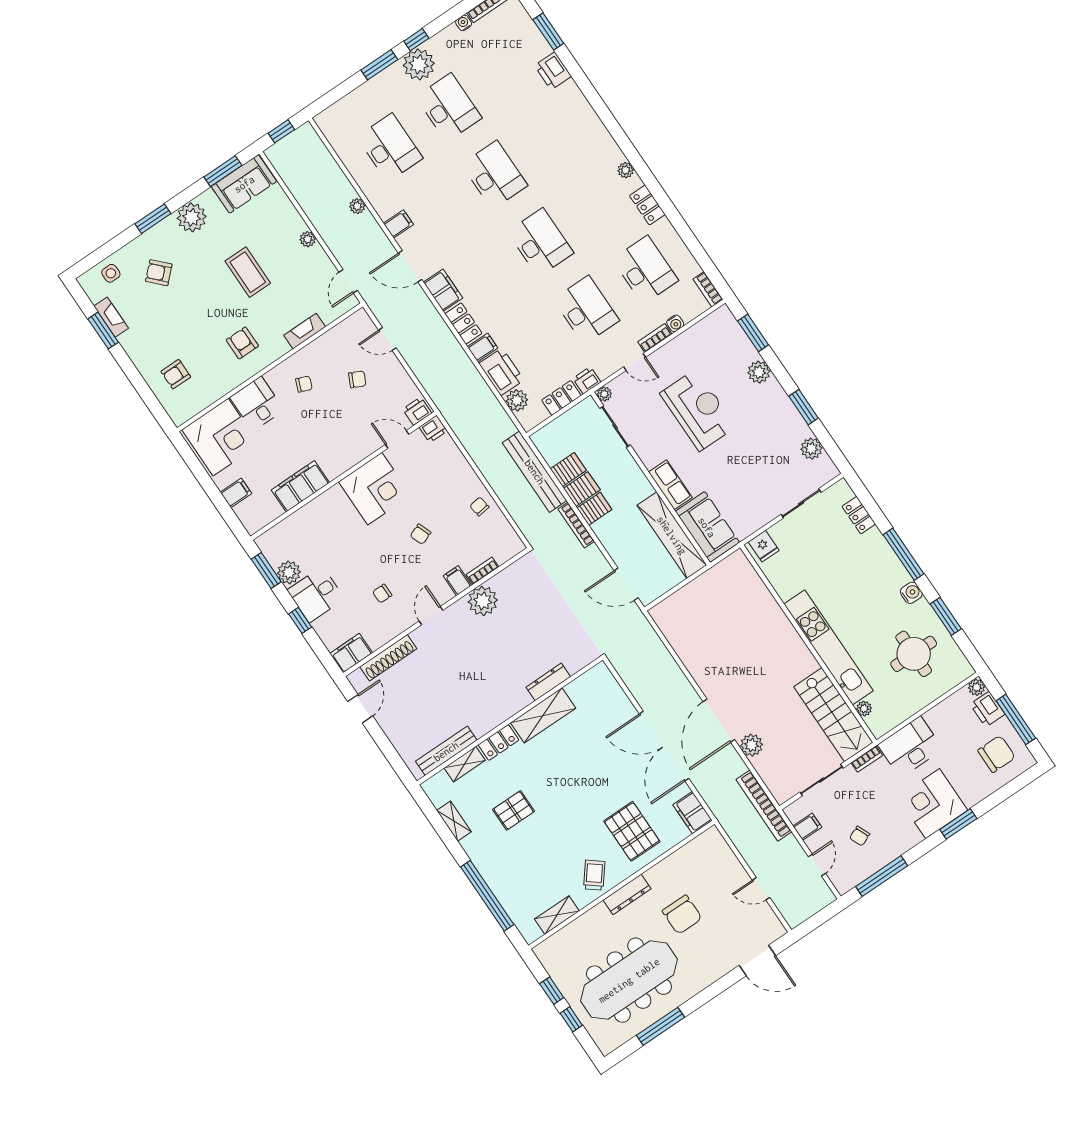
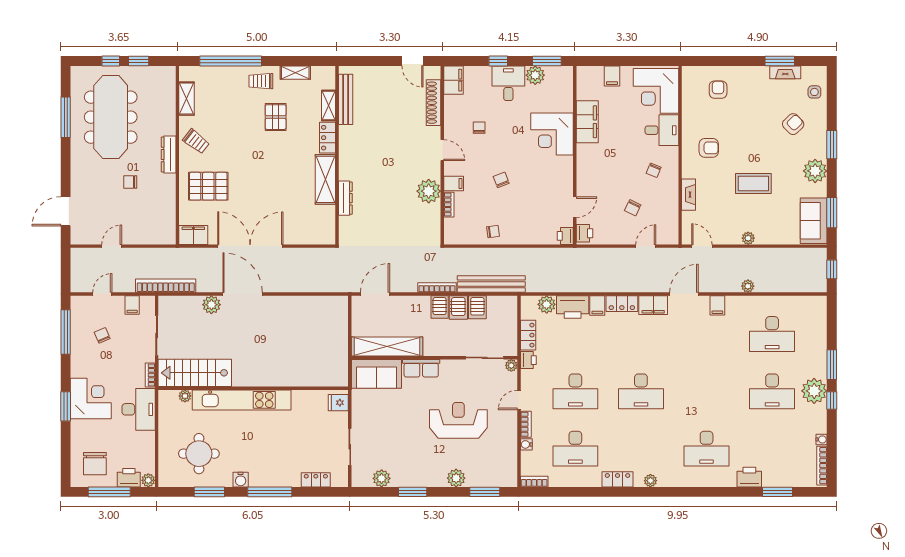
desk: (494, 175) -> (707, 449), moved
reception desk: (698, 410) -> (458, 420), turned 180
corner desk: (375, 489) -> (552, 134), moved
trolley: (487, 851) -> (261, 81), added
door: (817, 865) -> (102, 294), swing flipped
chair: (682, 915) -> (130, 182), width x0.54, depth x0.54

